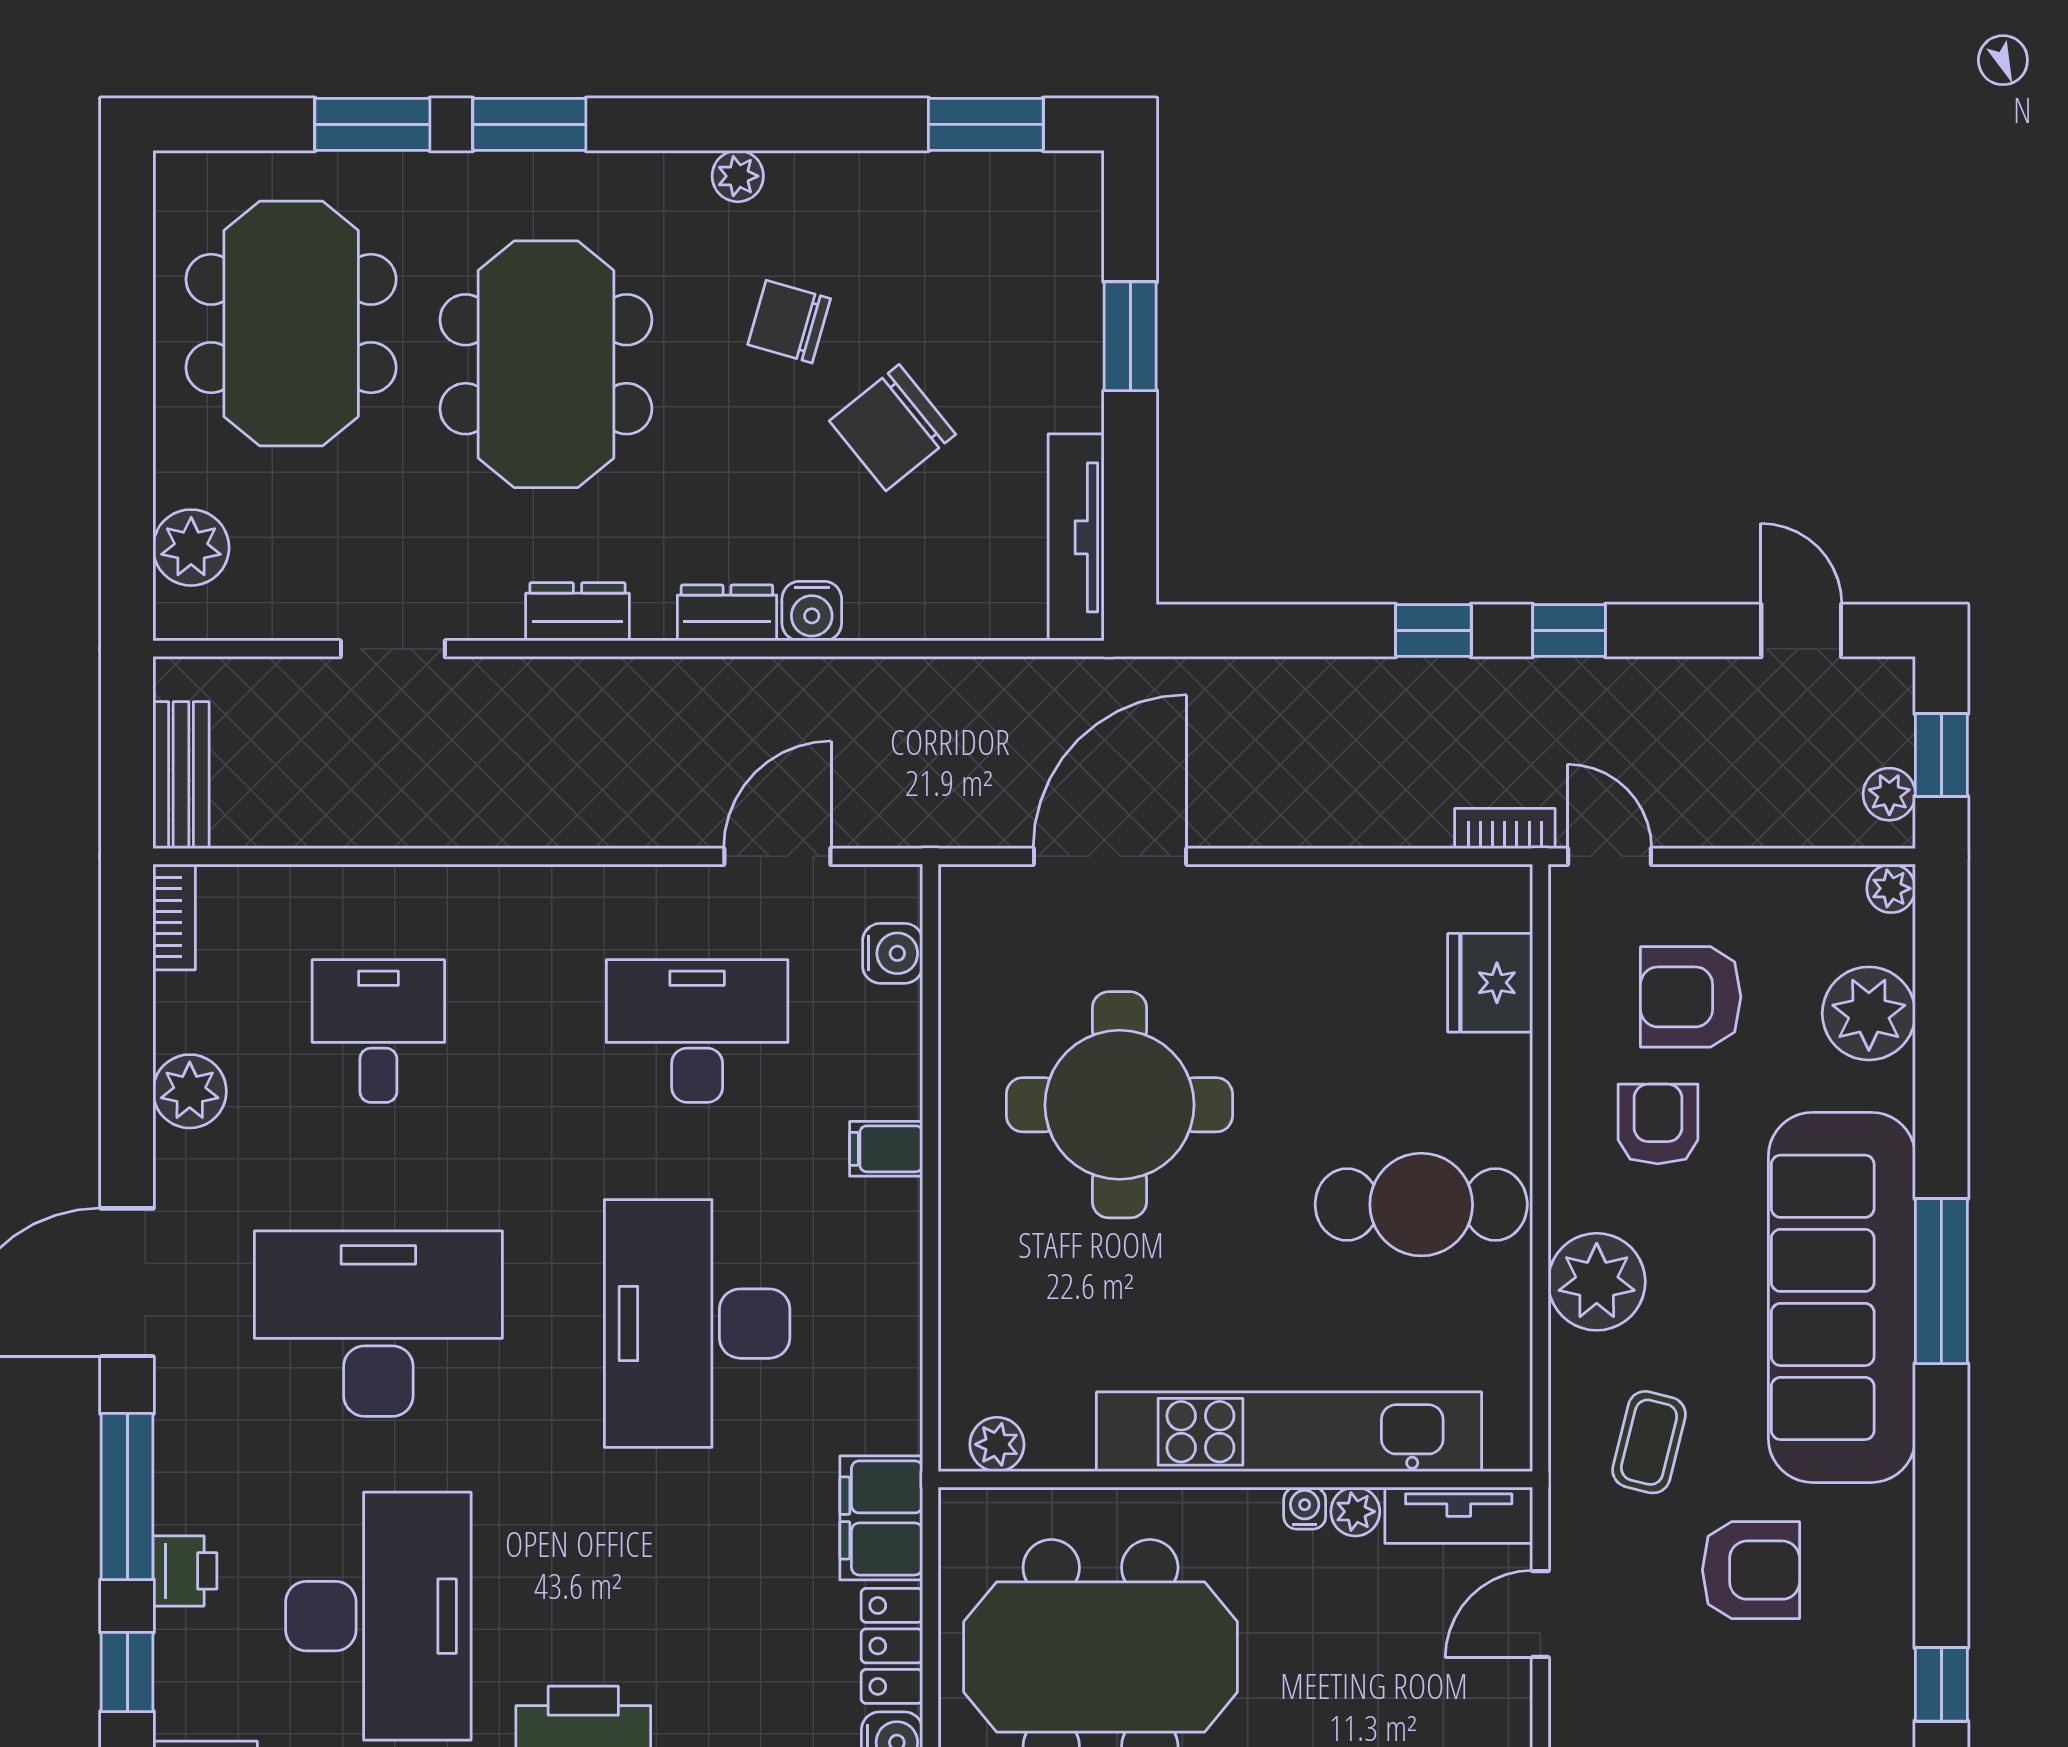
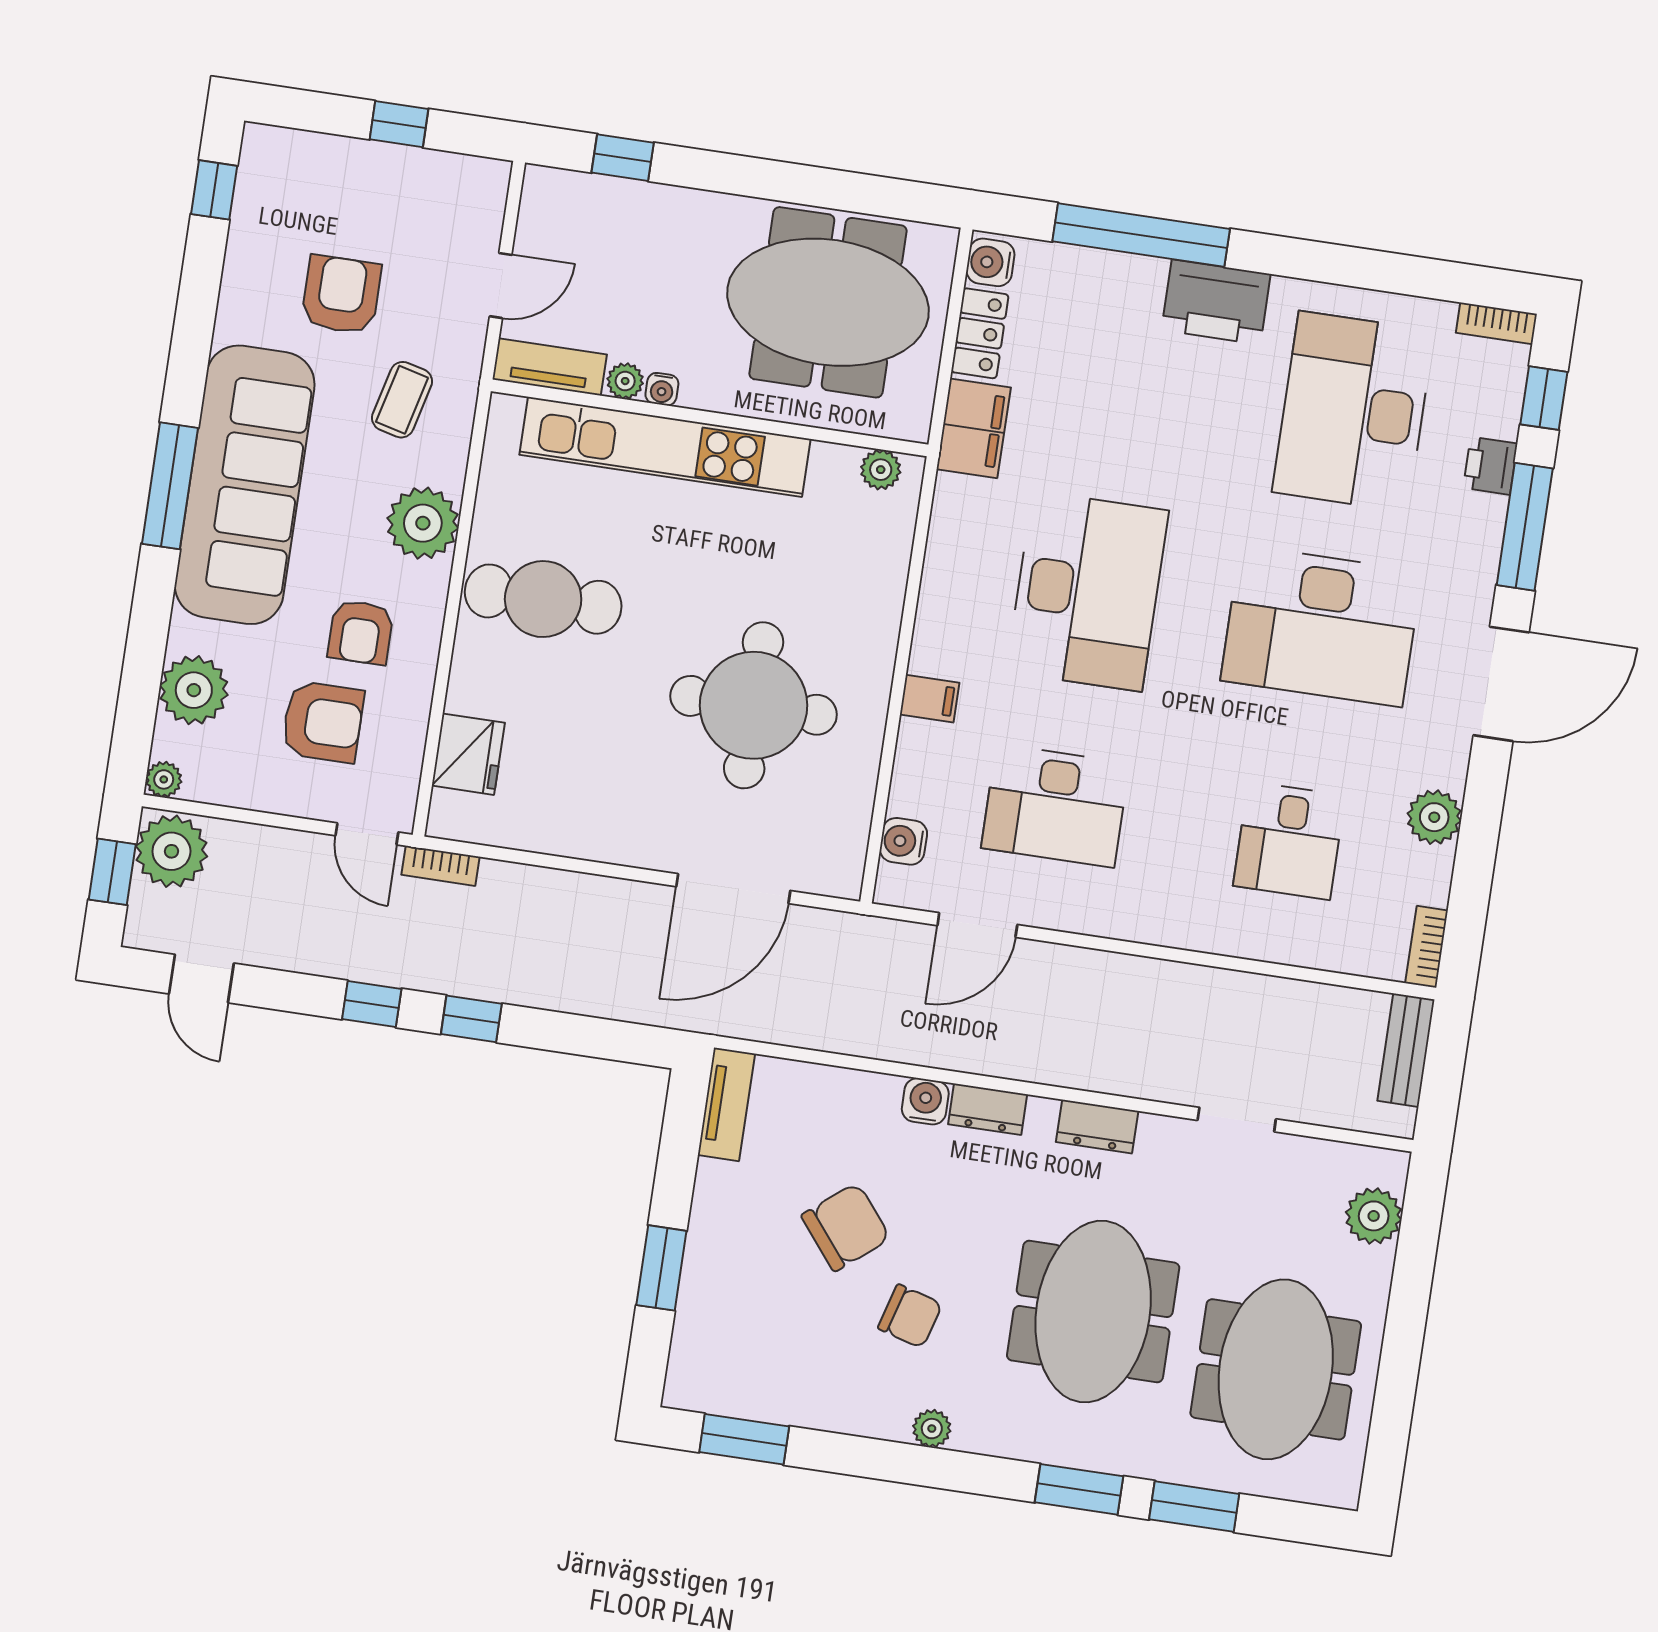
tv unit: (1076, 537) -> (726, 1104), width x0.71
plant: (1889, 794) -> (171, 851), width x1.87, depth x1.87
armchair: (1751, 1570) -> (341, 295), turned 90

